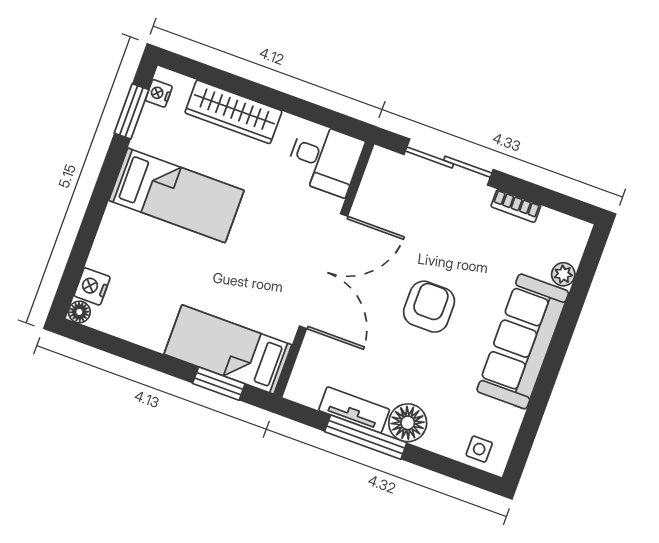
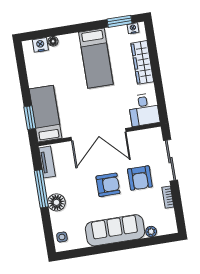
armchair: (450, 239) -> (140, 178), added
floor lamp: (79, 312) -> (53, 41), moved
tv unit: (354, 410) -> (47, 162), moved

